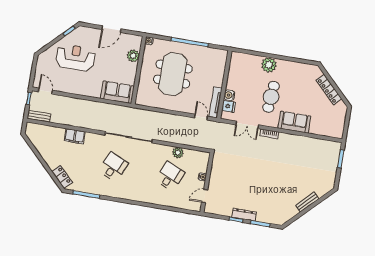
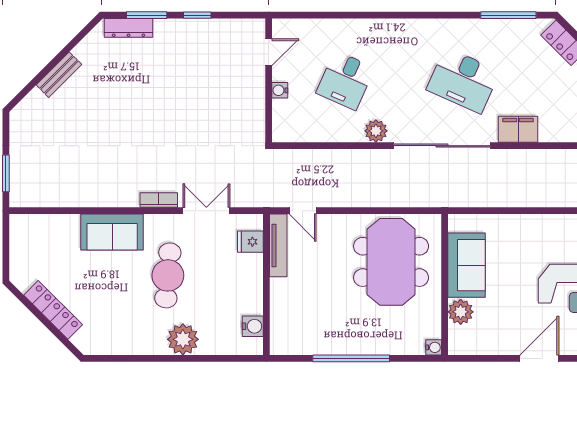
door: (111, 29) -> (539, 358), moved
meeting table: (173, 74) -> (391, 262), moved
sofa: (117, 92) -> (466, 265), moved, turned -90
water cooler: (229, 95) -> (253, 326), moved
filing cabinet: (75, 136) -> (518, 129), moved
plant: (178, 153) -> (376, 131), moved
desk: (113, 167) -> (463, 80), width x1.37
dresser: (244, 215) -> (129, 28), moved

